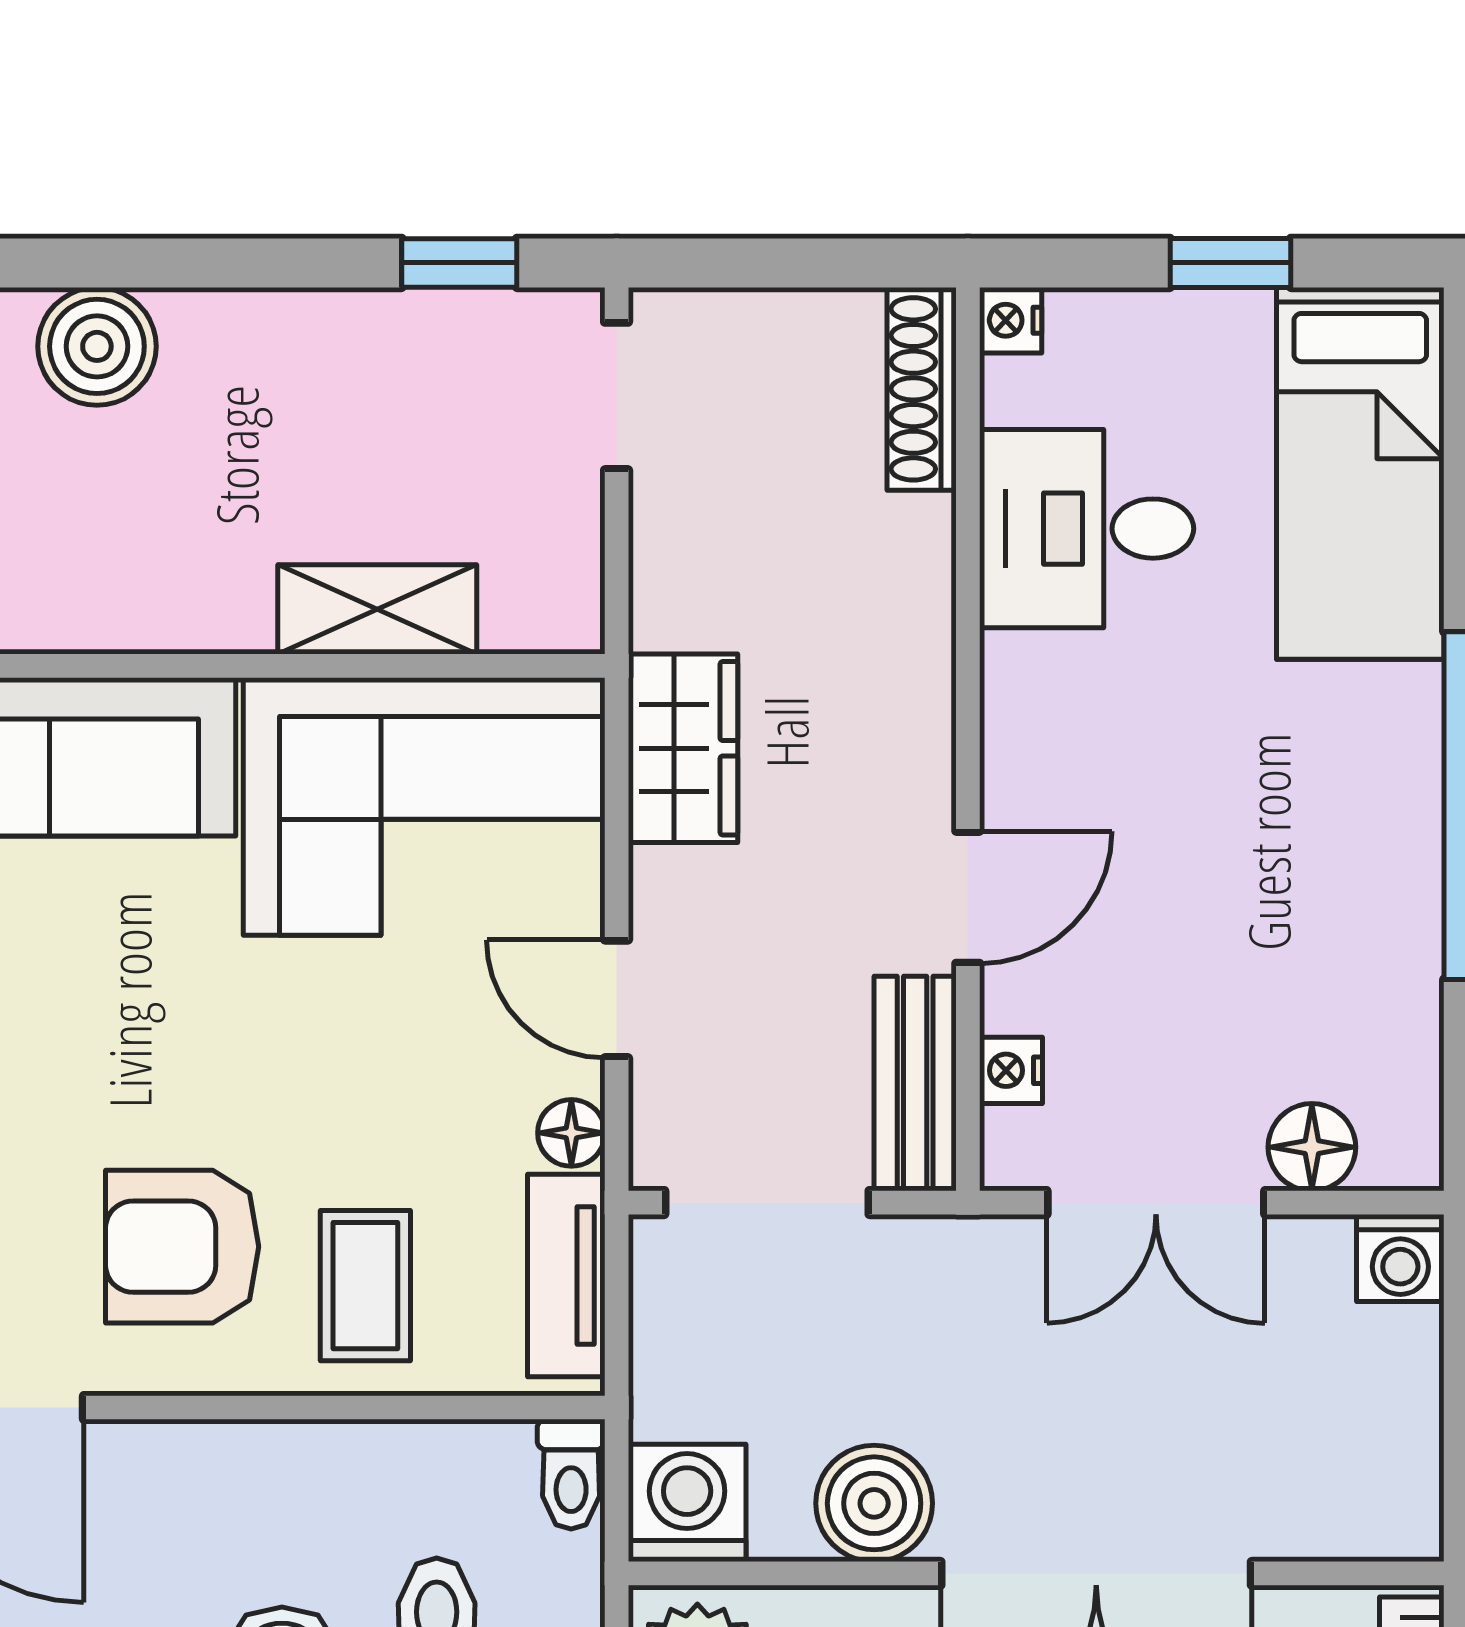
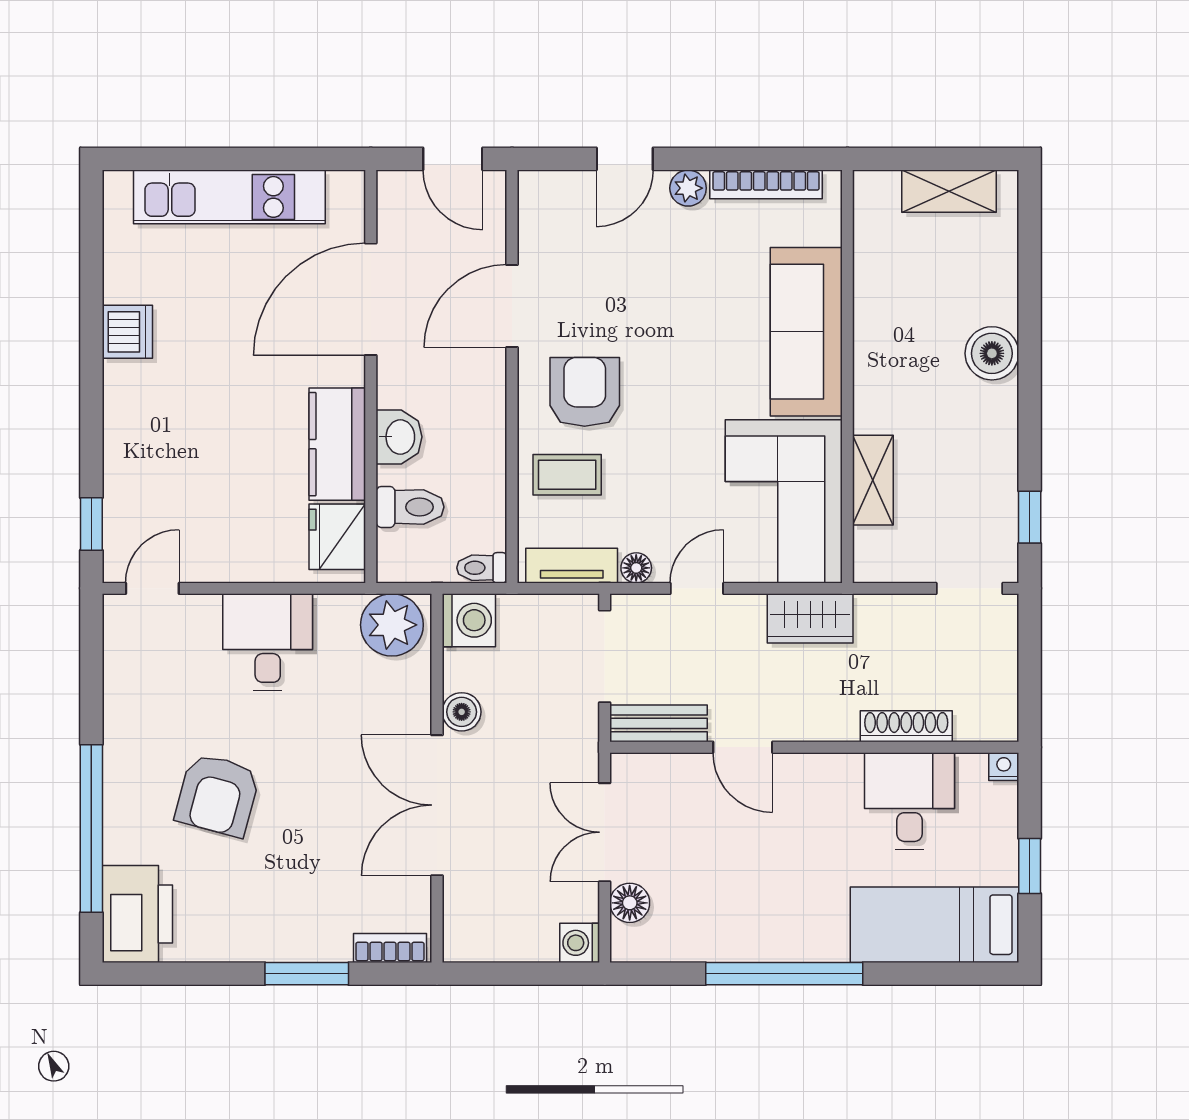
shoe rack: (922, 389) -> (906, 726), moved
nightstand: (1011, 1070) -> (664, 767), removed
boiler: (874, 1503) -> (462, 712), width x0.73, depth x0.73

